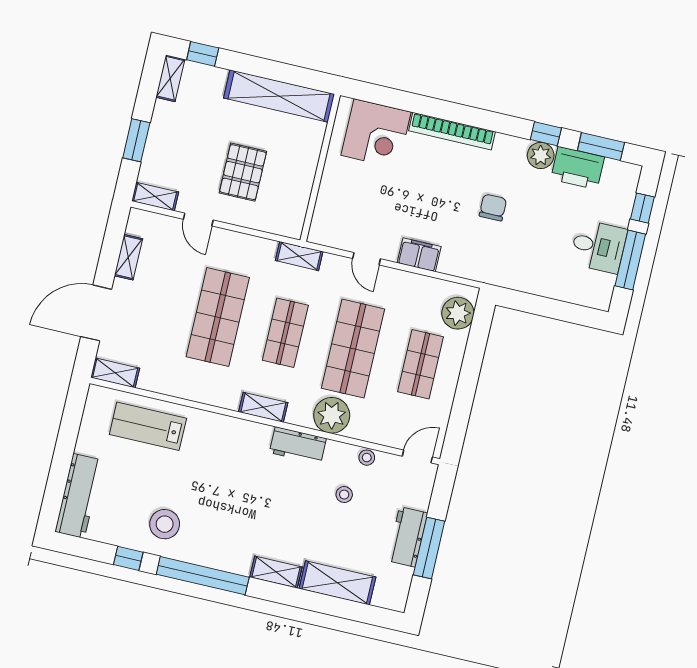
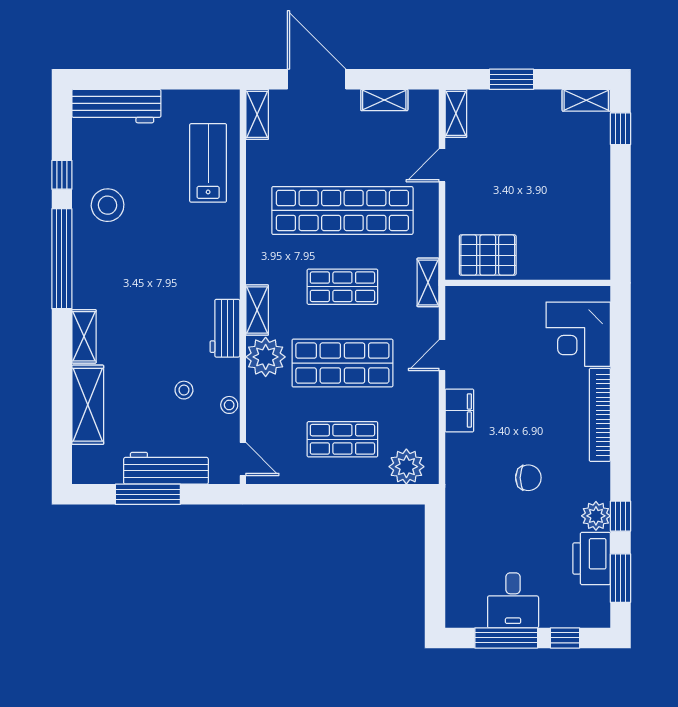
shelving: (279, 96) -> (594, 221), removed
pallet: (243, 172) -> (488, 255), moved
shop shelf: (218, 317) -> (342, 210), width x1.40
shelving: (263, 407) -> (257, 310), moved
workbench: (407, 537) -> (166, 468), width x1.37

